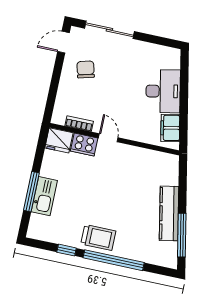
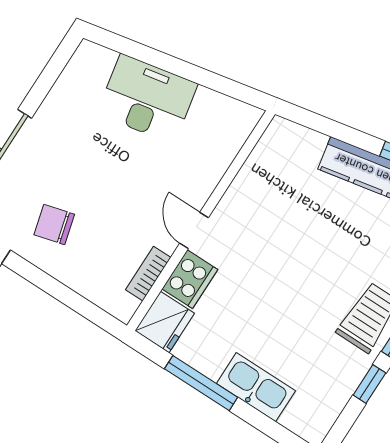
filing cabinet: (170, 128) -> (219, 111), removed
door: (108, 138) -> (194, 231), hinge flipped
window: (31, 192) -> (201, 383), moved

